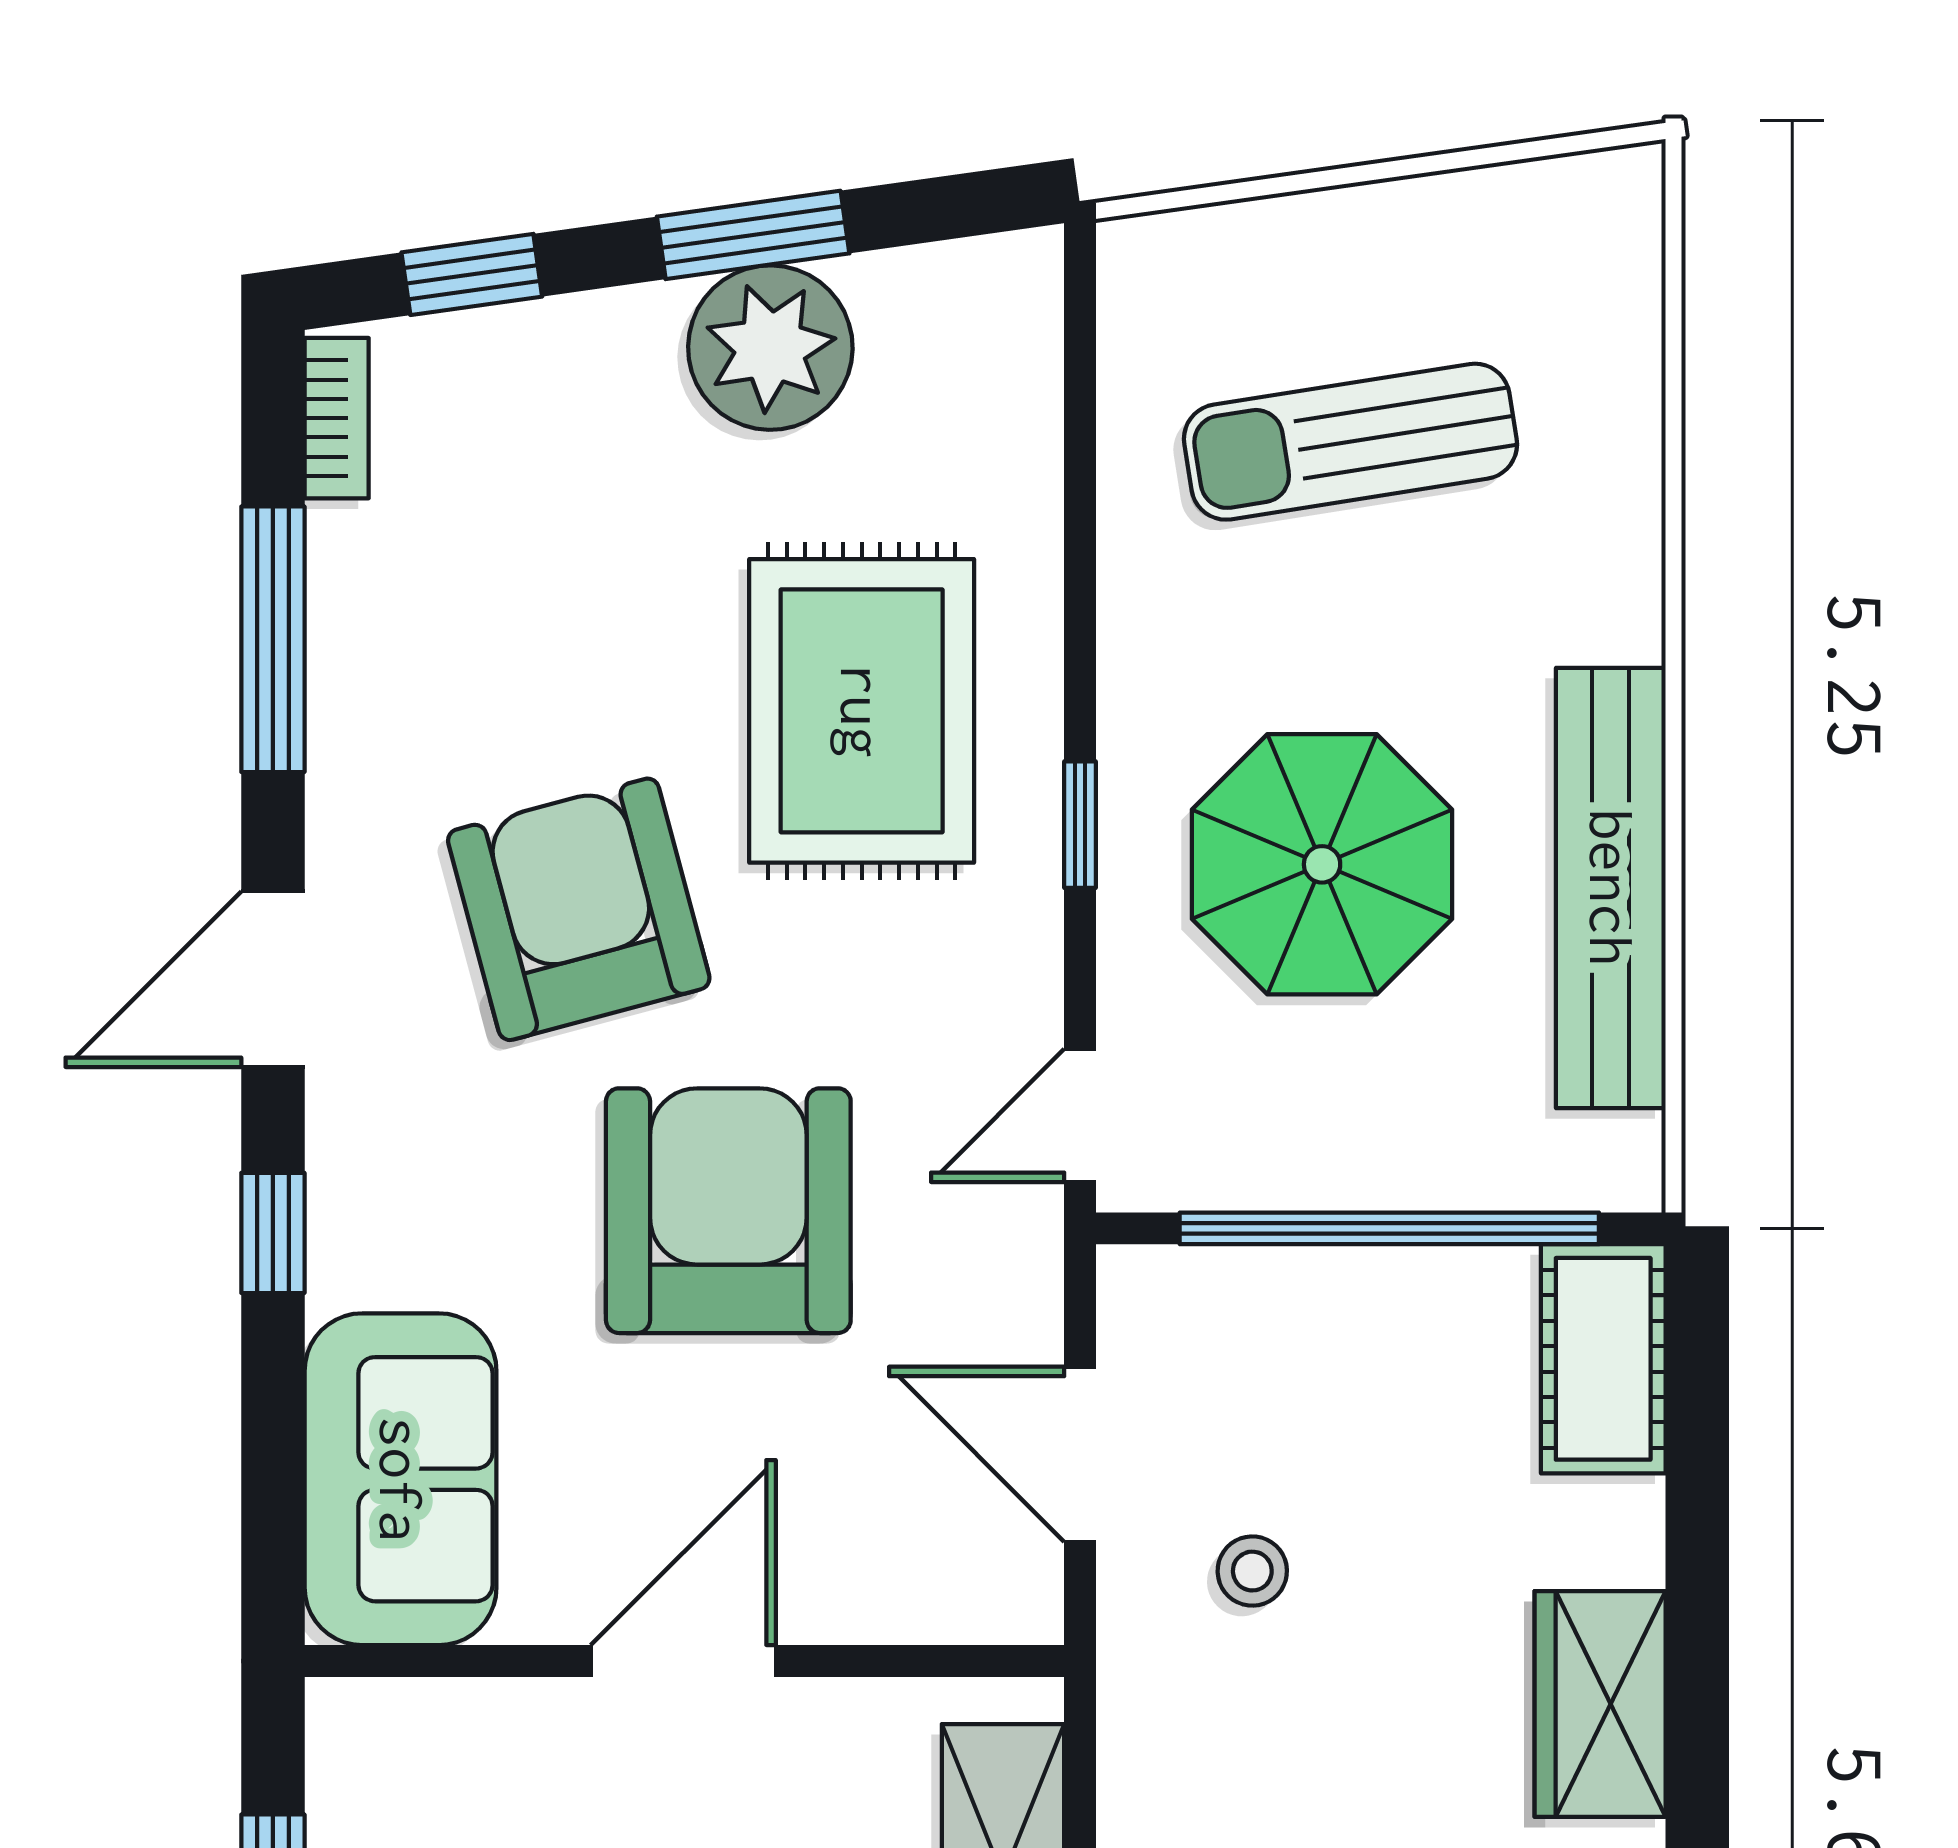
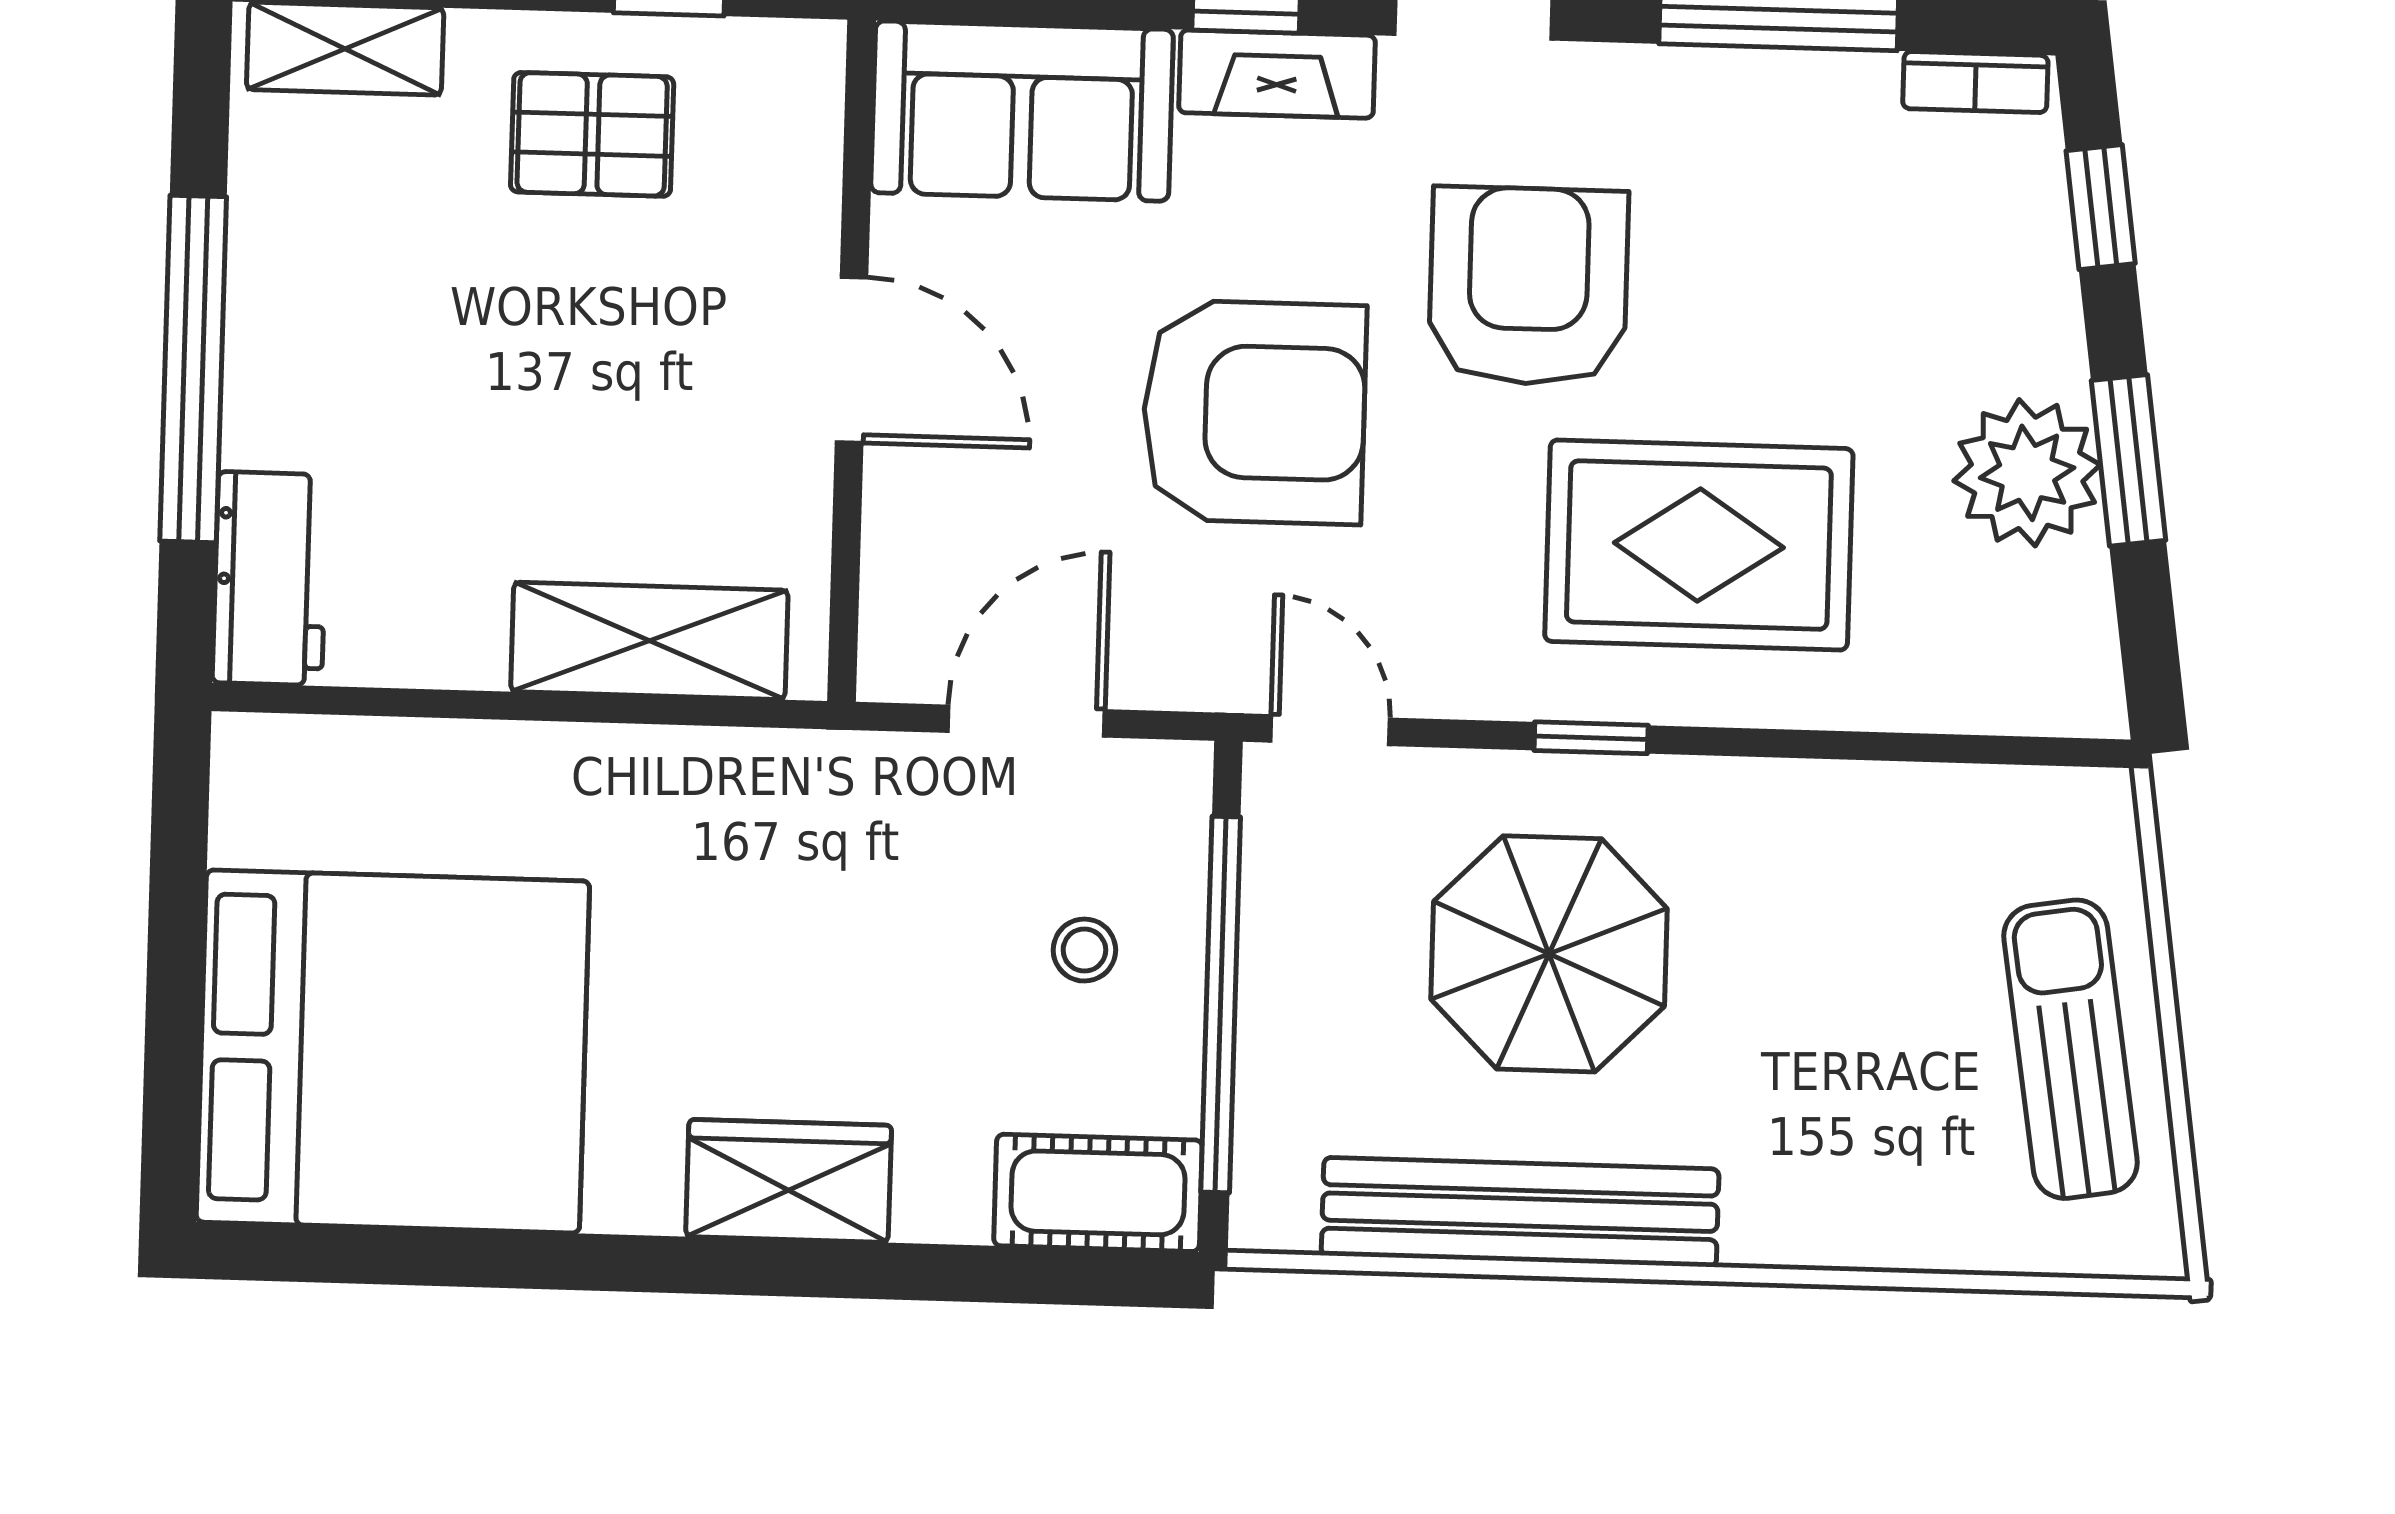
sun lounger: (1350, 442) -> (2070, 1049), moved
armchair: (579, 909) -> (1528, 286), turned -75
fireplace: (351, 1196) -> (1277, 74), added
stool: (1252, 1571) -> (1084, 950), moved

